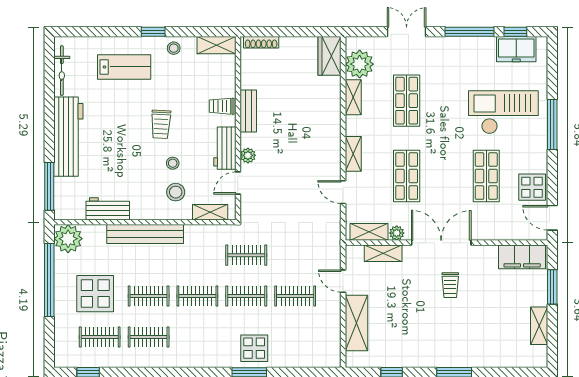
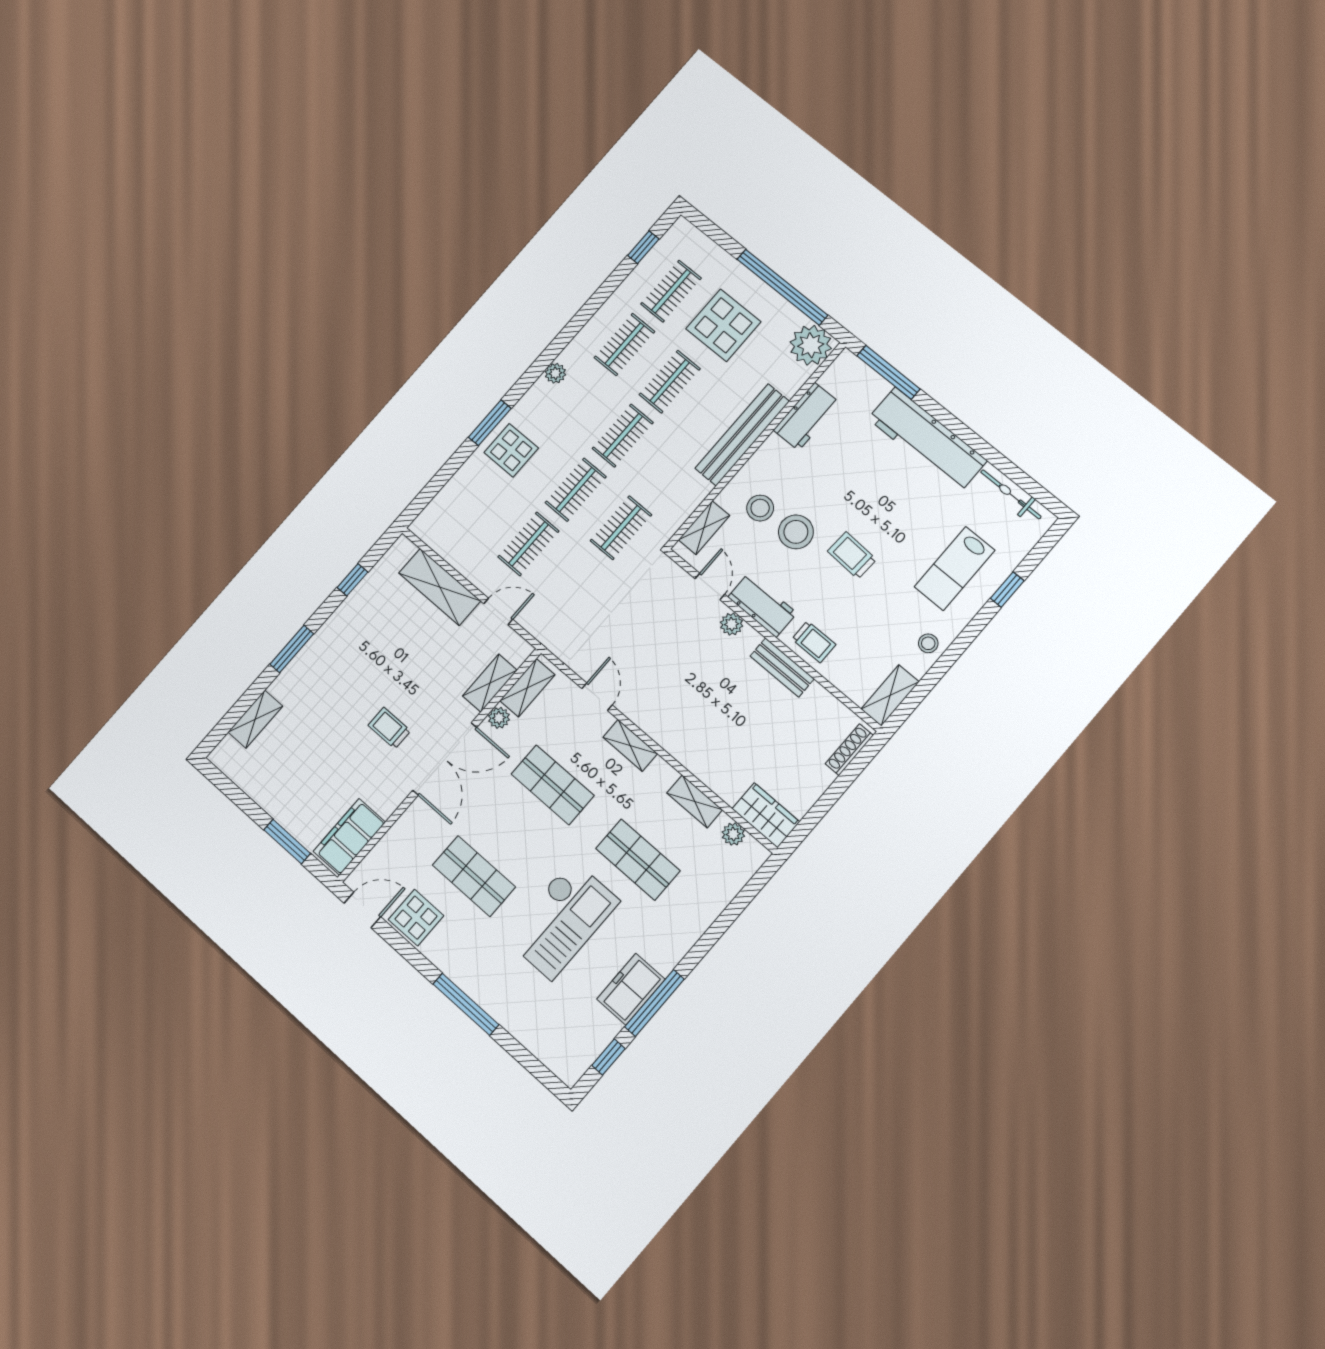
window: (153, 32) -> (1007, 590), moved
double door: (407, 32) -> (717, 929), removed
freezer: (516, 49) -> (631, 989), moved
plant: (360, 64) -> (733, 834), width x0.53, depth x0.53
trolley: (222, 106) -> (814, 642), turned 90
checkout: (503, 112) -> (562, 919), moved
stool: (173, 163) -> (796, 532), width x1.89, depth x1.89
door: (343, 192) -> (597, 697), hinge flipped
shelving: (539, 326) -> (255, 719), moved, turned 90
plant: (194, 360) -> (555, 373), added

